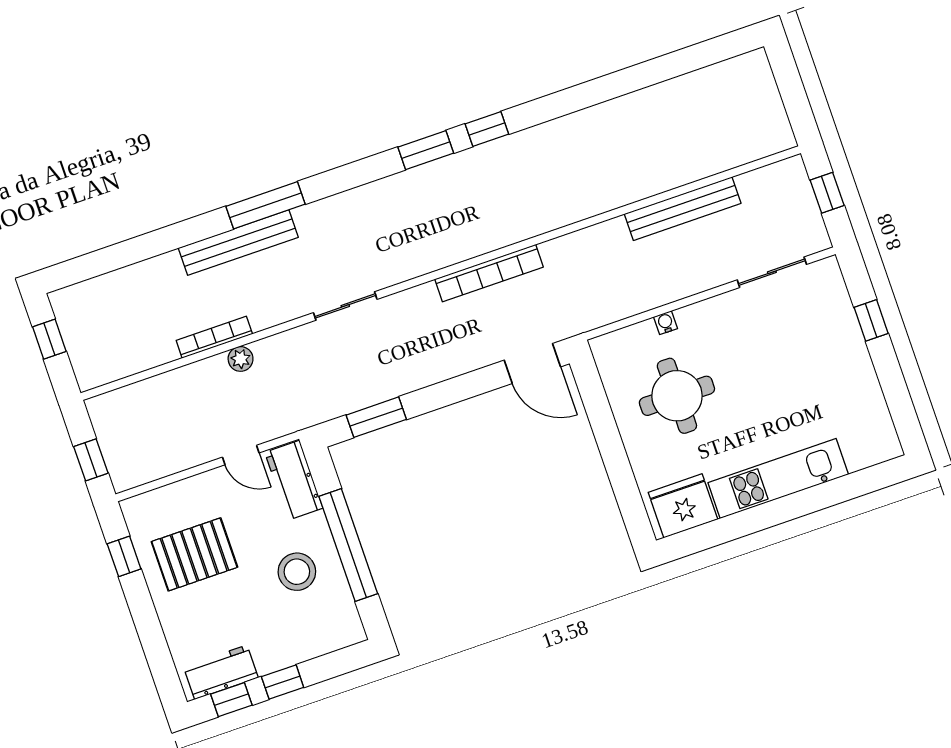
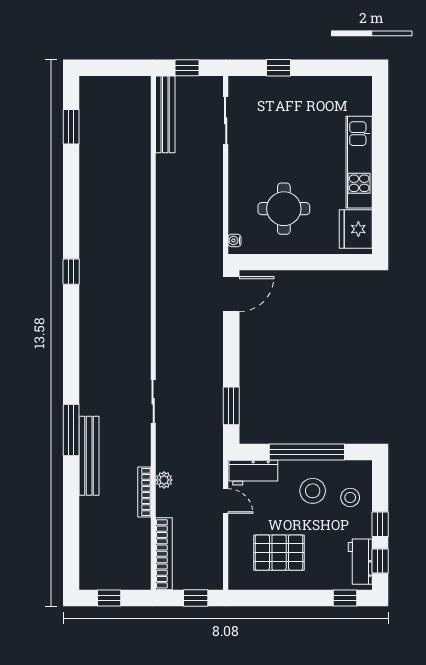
window: (426, 150) -> (71, 127), moved
bench: (683, 209) -> (165, 114), moved
bookcase: (489, 273) -> (164, 554), moved
water cooler: (666, 323) -> (234, 240), moved
door: (241, 455) -> (226, 501), hinge flipped
pallet: (194, 554) -> (279, 553), turned 90
window: (124, 556) -> (345, 598), moved
stool: (306, 627) -> (350, 497), added

